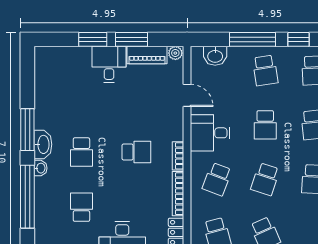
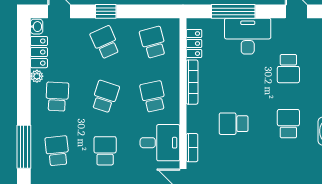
bookcase: (178, 156) -> (192, 148), moved
school desk: (217, 179) -> (153, 97), turned -33

